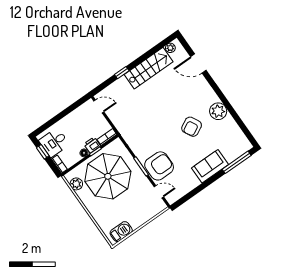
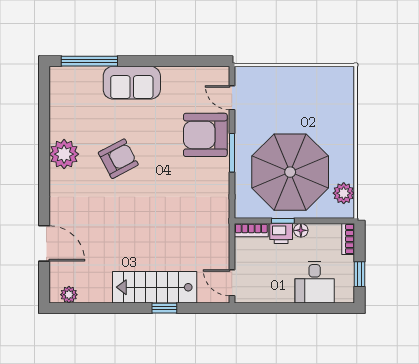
stairs: (149, 68) -> (155, 287), moved
desk: (54, 142) -> (315, 282), moved, turned 90
barbecue: (121, 232) -> (327, 78), removed

